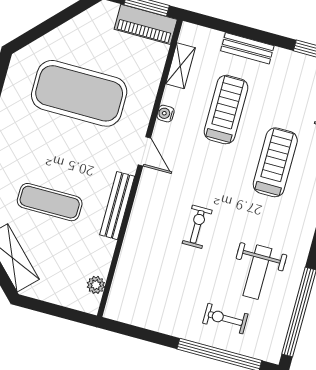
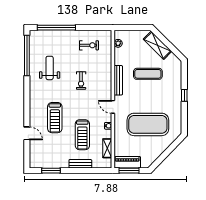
exercise bike: (225, 319) -> (89, 45), moved

